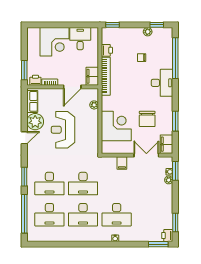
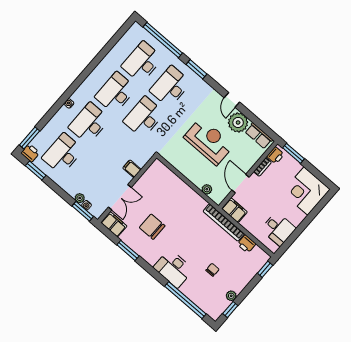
corner desk: (55, 42) -> (306, 191), moved
corner desk: (116, 126) -> (170, 193), removed
desk: (150, 215) -> (63, 154), added

